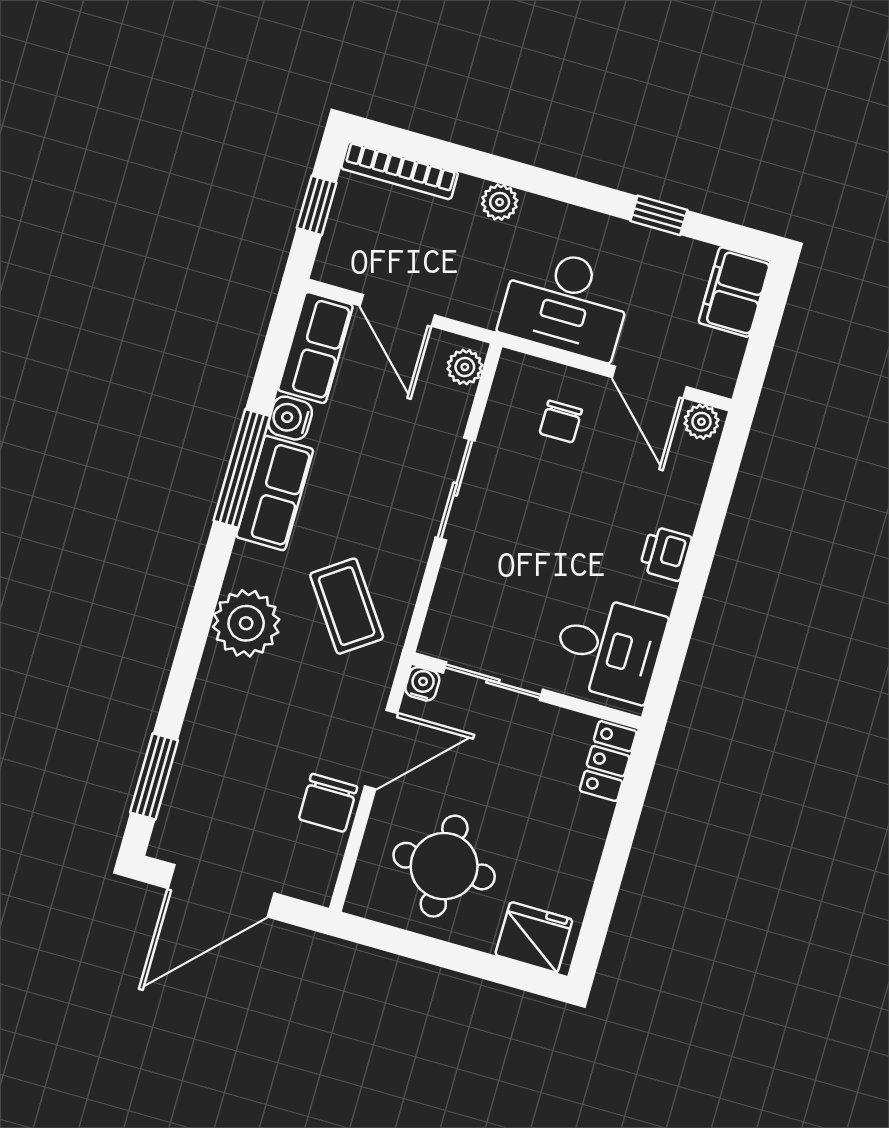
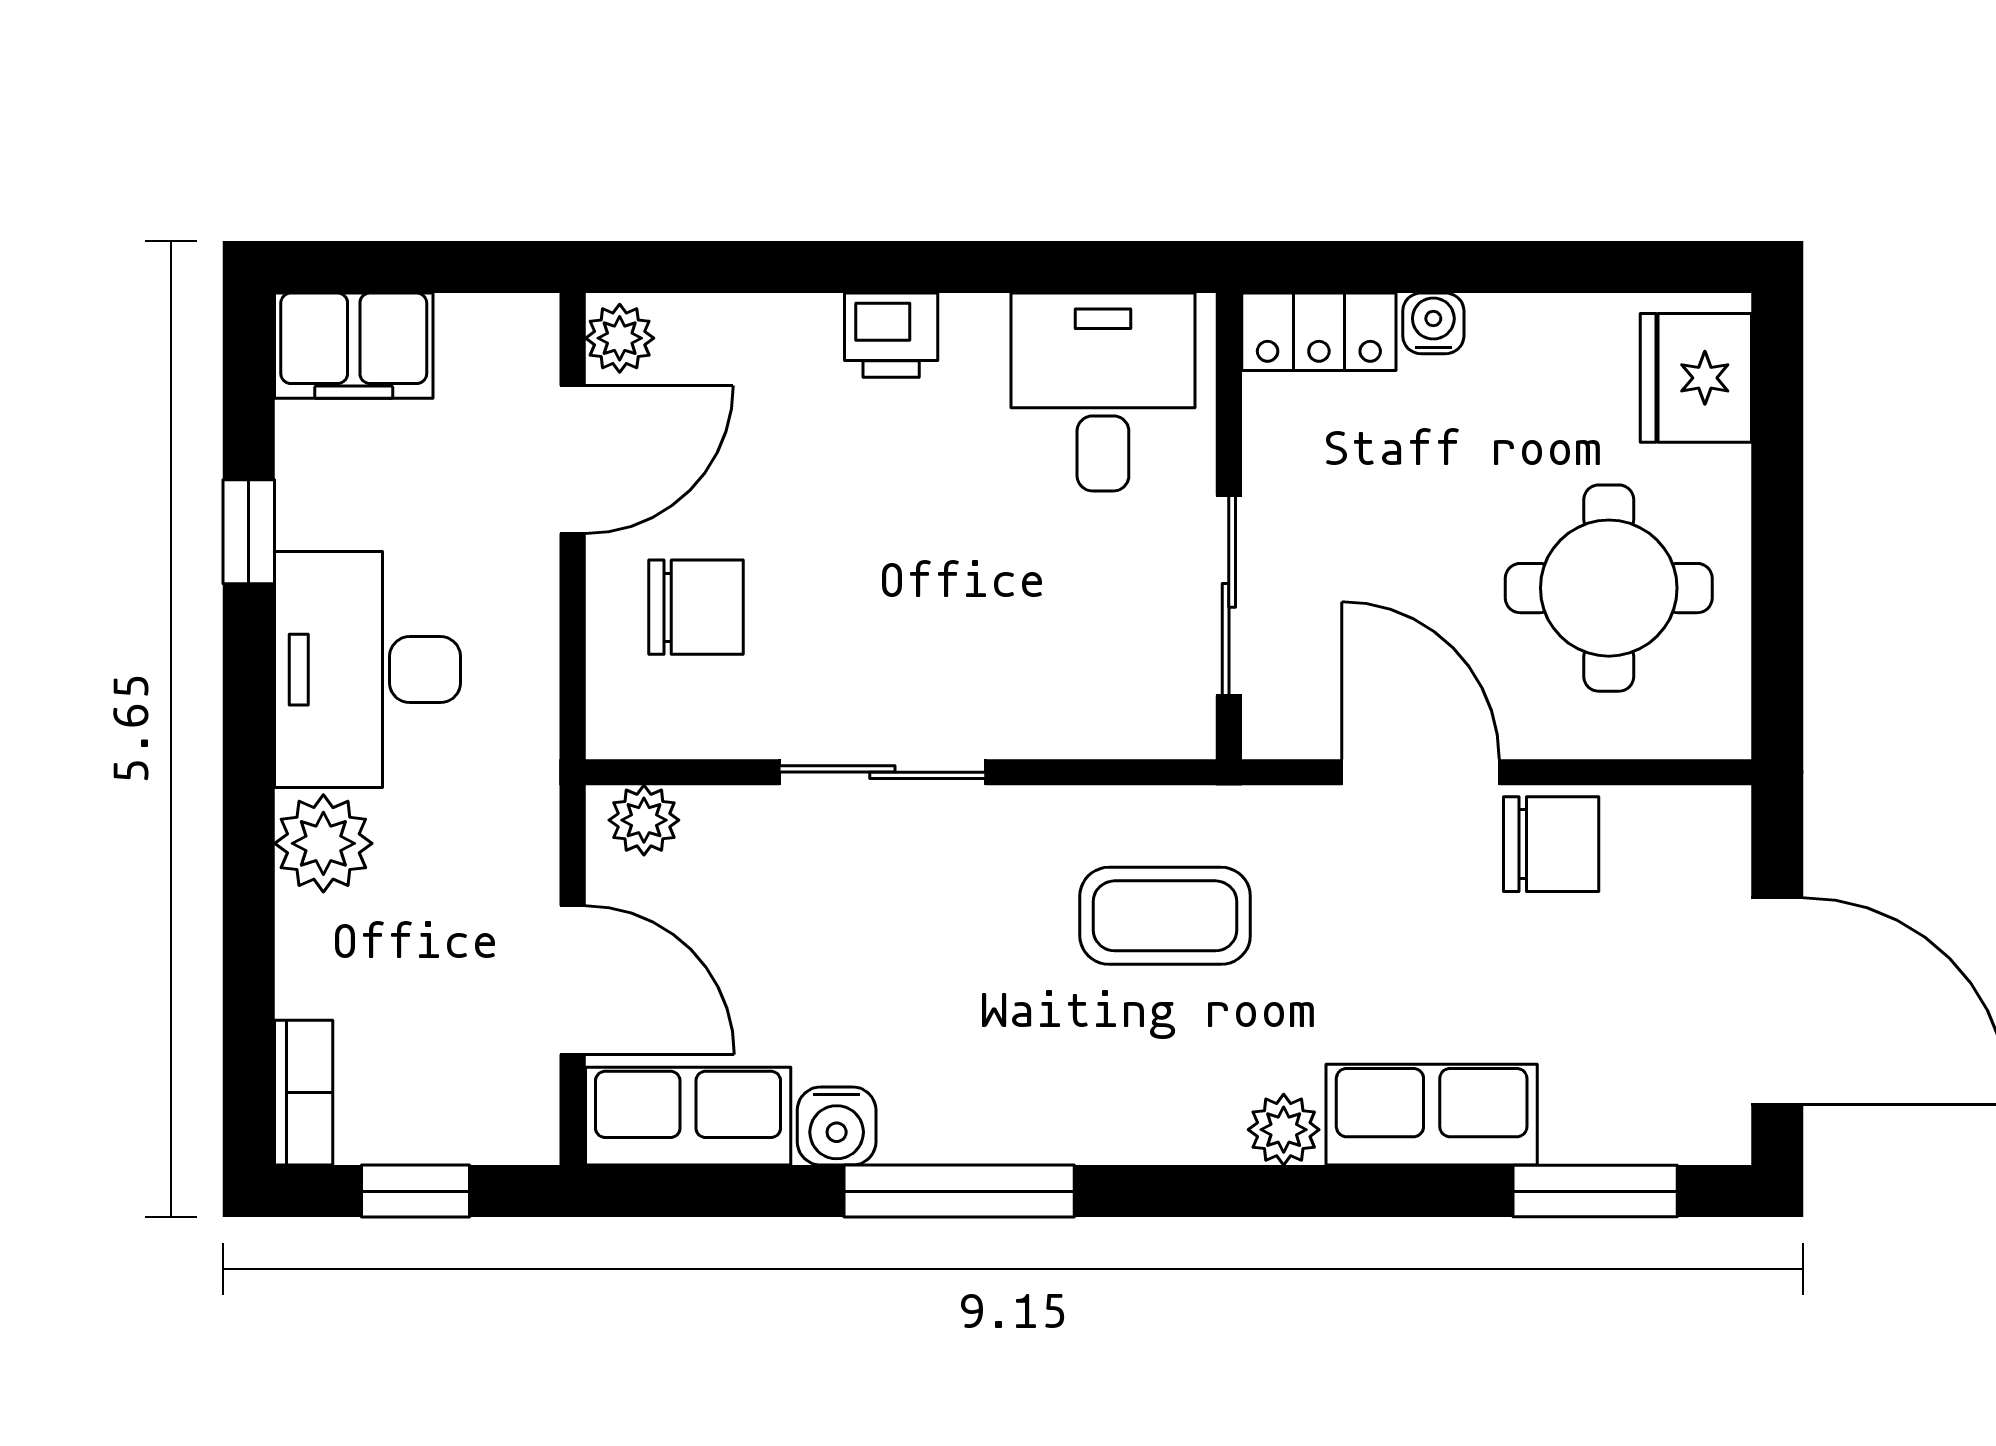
bookcase: (400, 170) -> (304, 1093), width x0.64
plant: (500, 202) -> (323, 843), width x1.38, depth x1.38
desk: (566, 303) -> (367, 670), moved, turned 180
door: (397, 310) -> (573, 980), hinge flipped
chair: (561, 422) -> (696, 607), width x1.37, depth x1.37
row of seats: (275, 493) -> (1432, 1115), moved
coffee table: (347, 606) -> (1165, 916), turned 35
plant: (246, 623) -> (1284, 1130), width x0.53, depth x0.53
water cooler: (422, 684) -> (1433, 323), moved, turned 90

